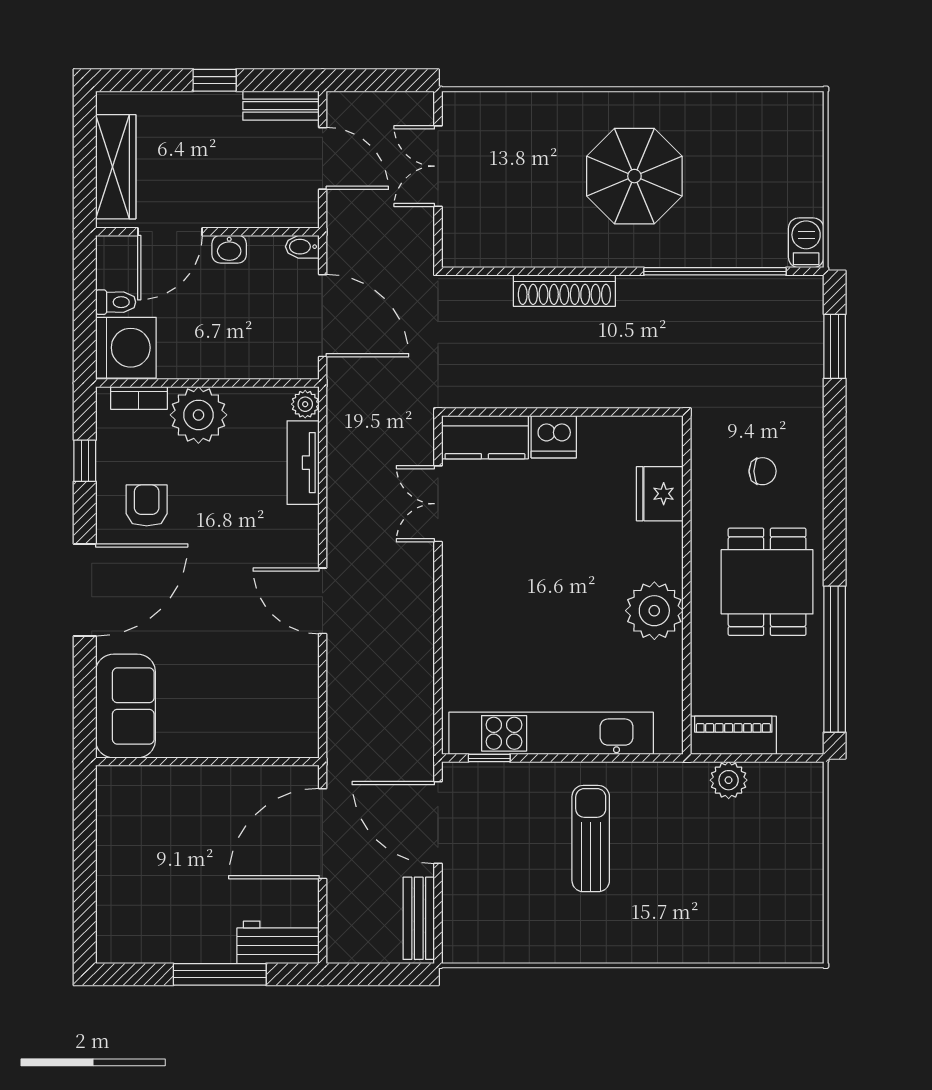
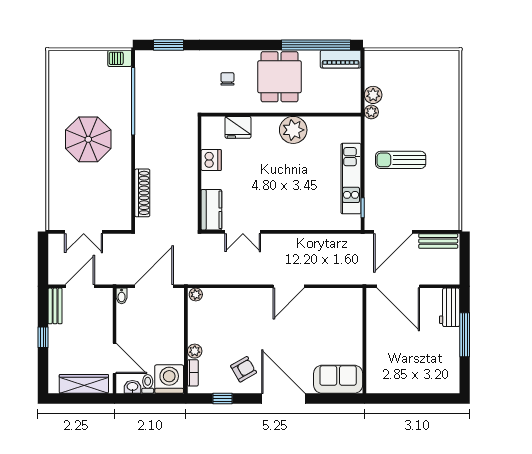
washbasin: (229, 249) -> (132, 387), moved, turned -90
shoe rack: (564, 291) -> (142, 193), moved
plant: (198, 415) -> (195, 351), width x0.53, depth x0.53
dishwasher: (554, 437) -> (211, 160), moved
tv unit: (303, 463) -> (223, 296), removed
armchair: (147, 505) -> (244, 369), turned 150
dining table: (767, 582) -> (280, 77), turned 90
kitchen unit: (551, 733) -> (351, 179), width x0.73
piano: (733, 735) -> (341, 59), moved, turned -90
plant: (692, 776) -> (371, 112), added

